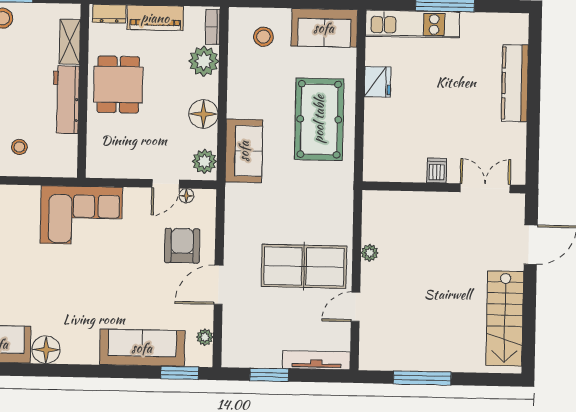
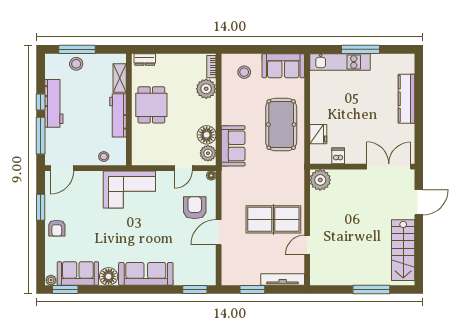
piano: (155, 18) -> (174, 62), removed
fridge: (378, 82) -> (318, 134), moved
floor lamp: (203, 114) -> (207, 135), moved
stool: (19, 147) -> (104, 157), moved
dishwasher: (437, 171) -> (338, 156), moved
double door: (485, 188) -> (389, 167), width x1.37
floor lamp: (186, 196) -> (211, 175), moved
plant: (370, 253) -> (320, 180), moved, width x1.87, depth x1.87
plant: (205, 337) -> (211, 266), removed
sofa: (142, 348) -> (146, 274), moved
window: (422, 378) -> (371, 290), moved

